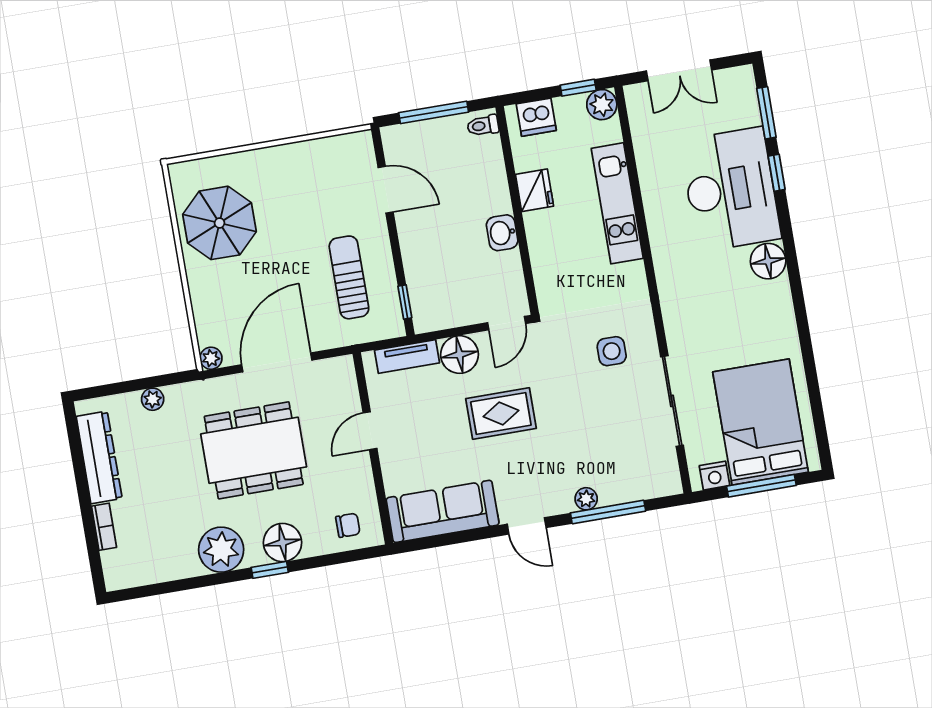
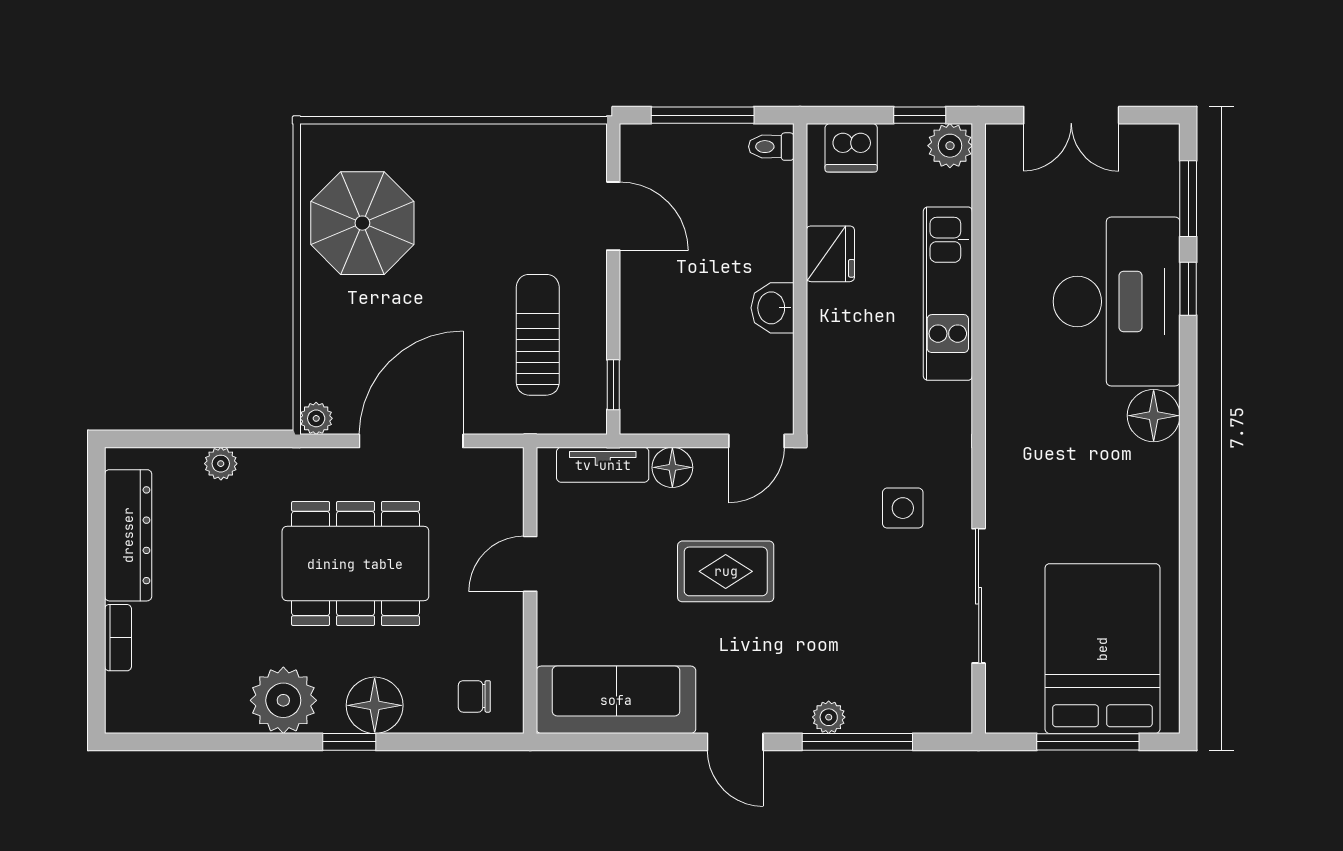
floor lamp: (460, 355) -> (672, 467), width x0.73, depth x0.73
nightstand: (714, 476) -> (1022, 715), removed
chair: (348, 525) -> (474, 696), turned 180

